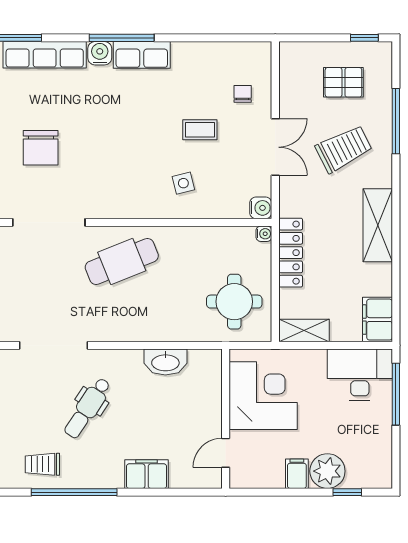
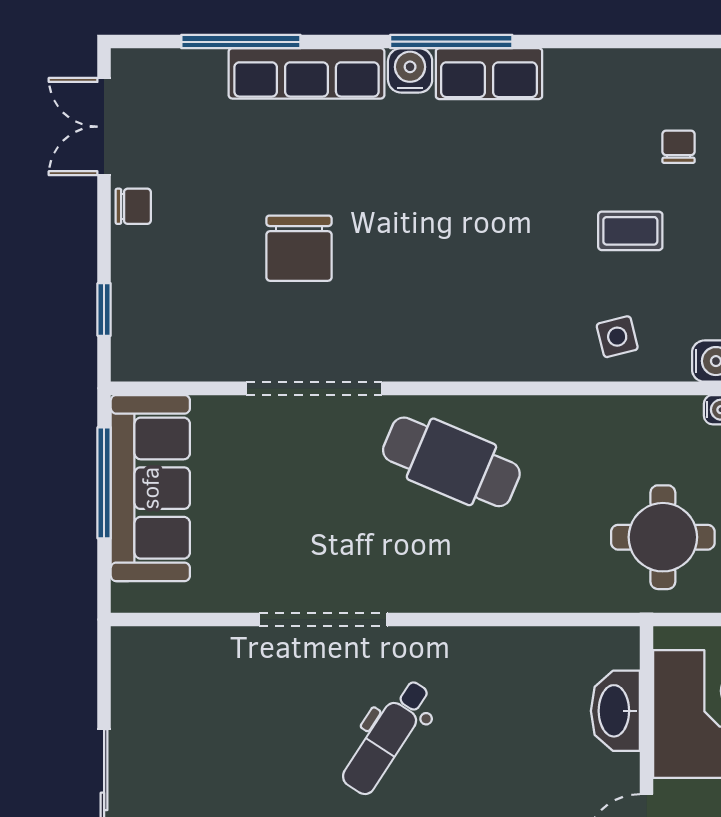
coffee table: (200, 130) -> (630, 231), moved
side table: (183, 183) -> (617, 337), moved
cafe table: (122, 262) -> (451, 462), turned 45
washbasin: (165, 362) -> (615, 711), moved, turned 90

